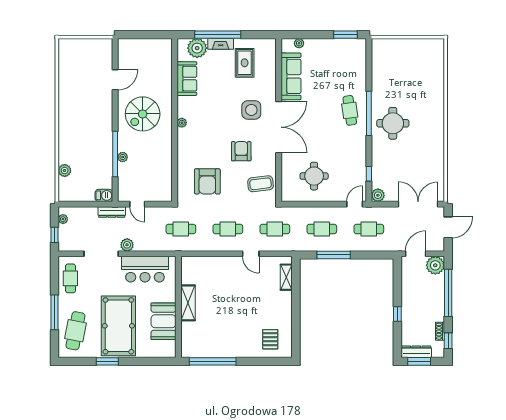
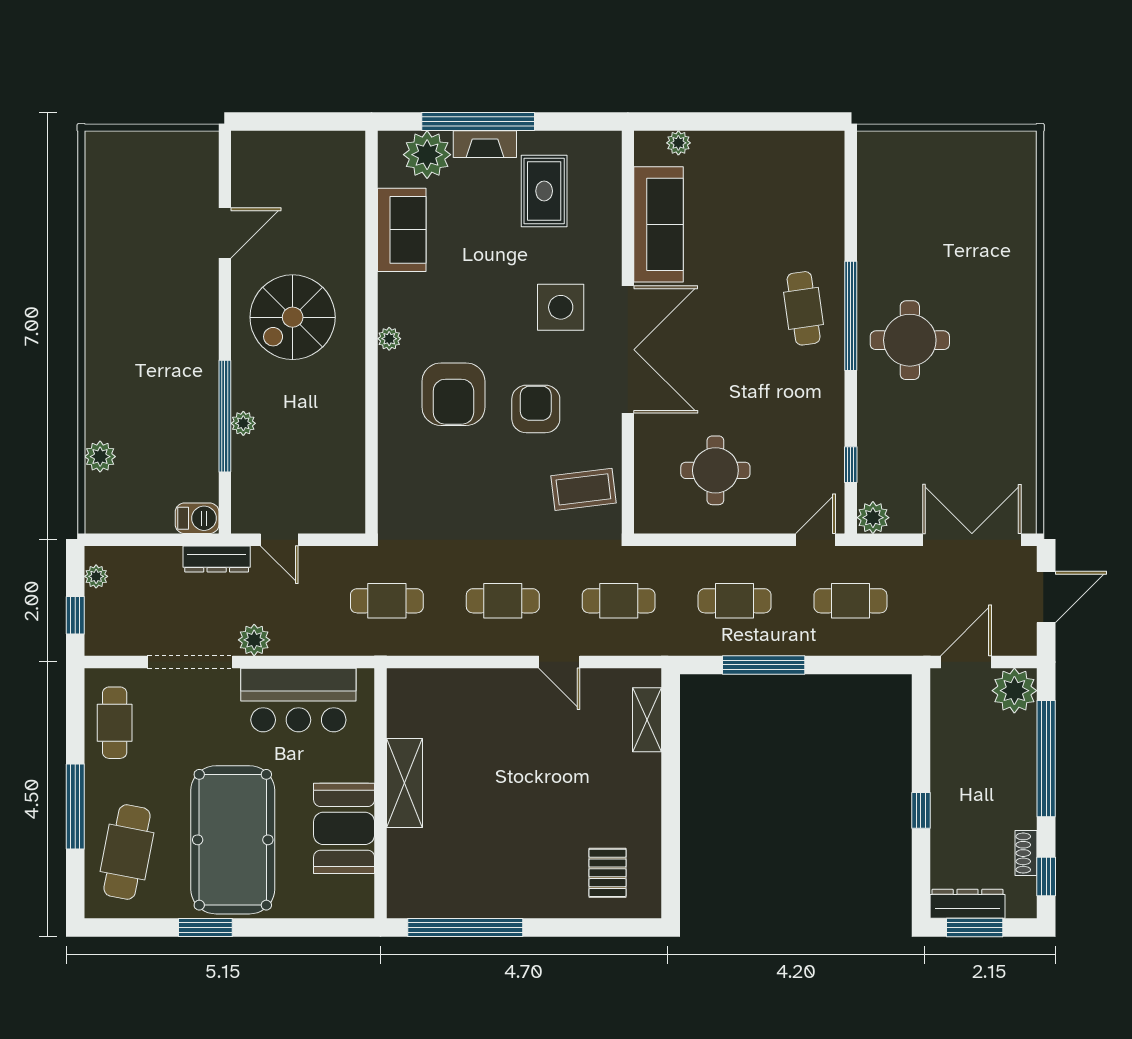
window: (345, 35) -> (793, 122), removed
armchair: (207, 181) -> (453, 394), moved

